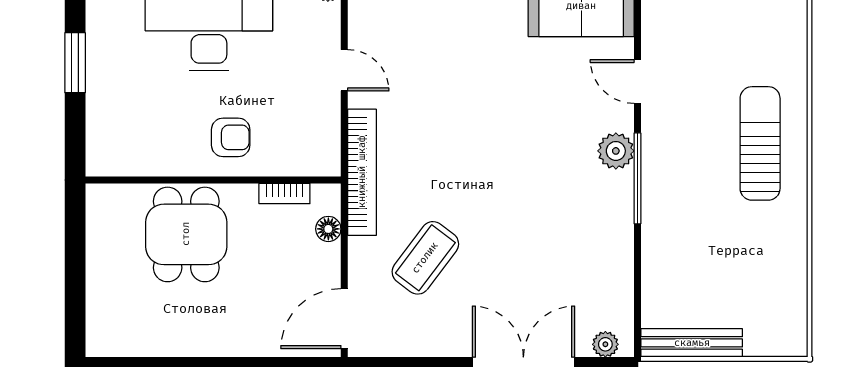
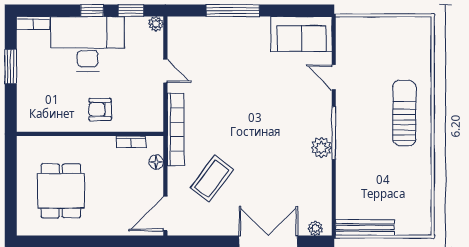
armchair: (231, 137) -> (100, 109), turned 180
plant: (616, 151) -> (321, 148), moved
dining table: (186, 234) -> (61, 191), moved

